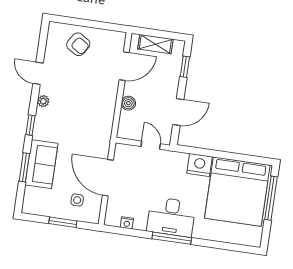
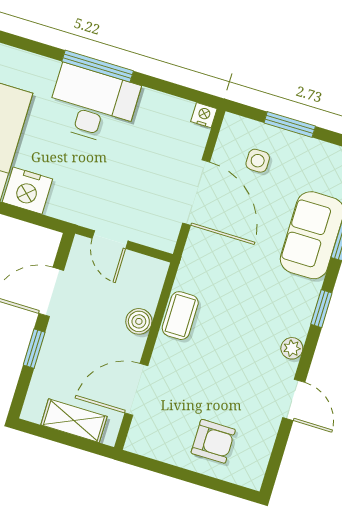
armchair: (78, 44) -> (213, 441), turned 148
window: (185, 67) -> (34, 349), moved
coffee table: (106, 110) -> (180, 316), added
nightstand: (127, 223) -> (204, 115), moved

